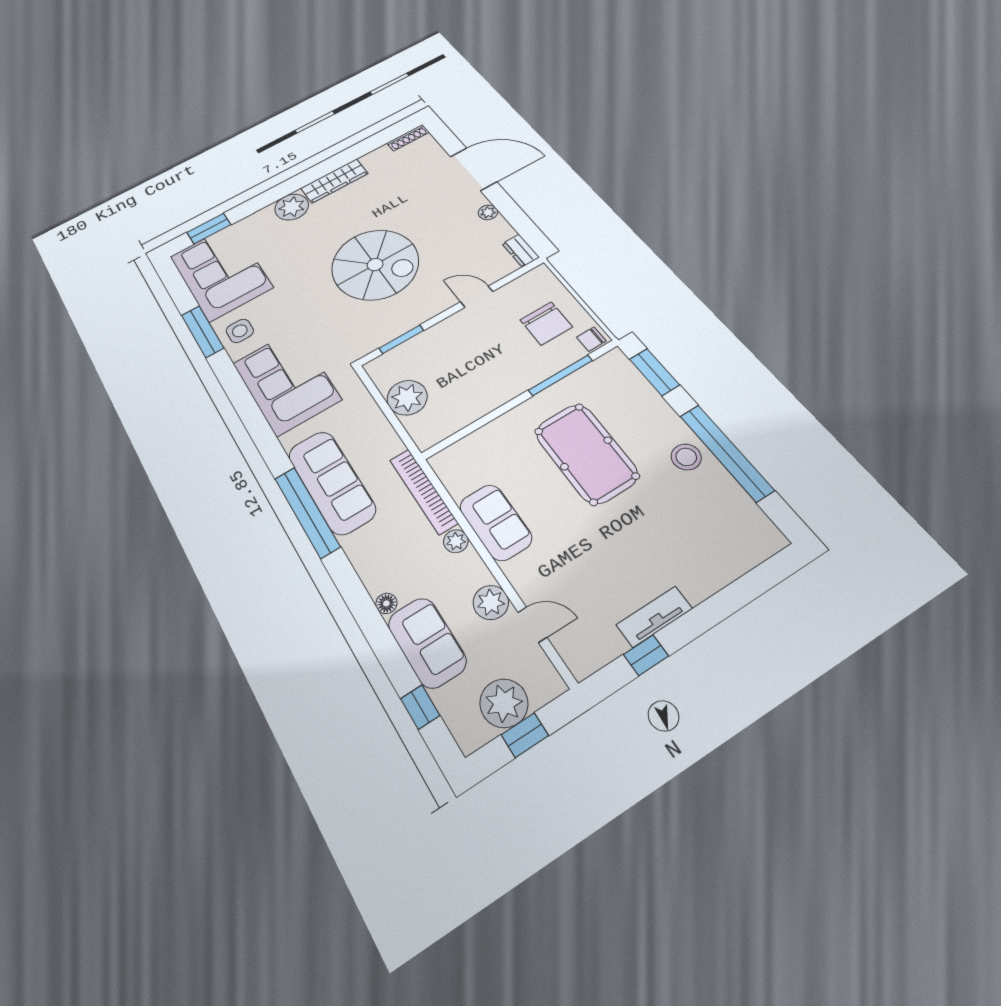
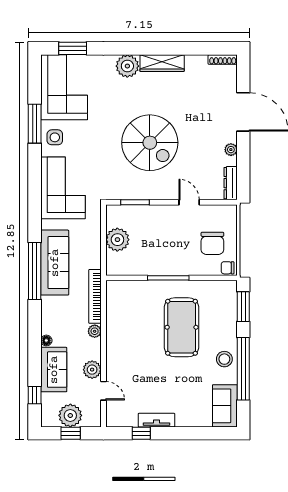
dresser: (521, 251) -> (231, 183), width x1.44
window: (560, 375) -> (168, 278), moved
sofa: (496, 522) -> (225, 406), moved, turned 180

